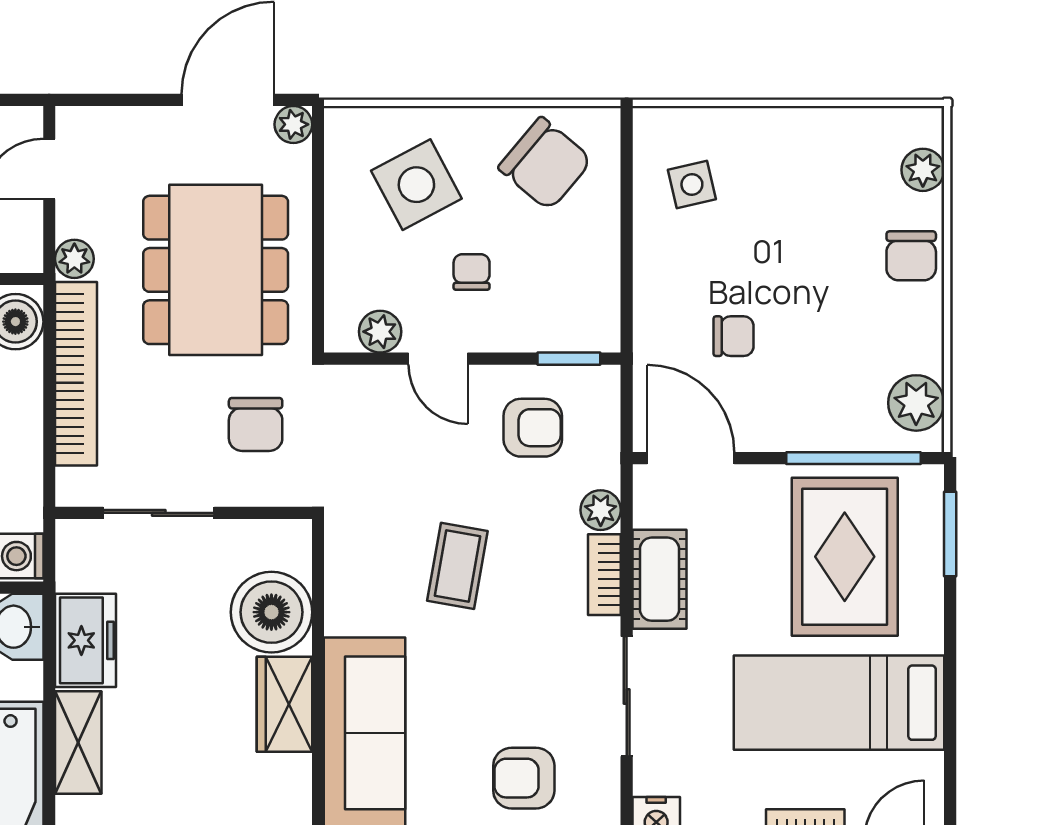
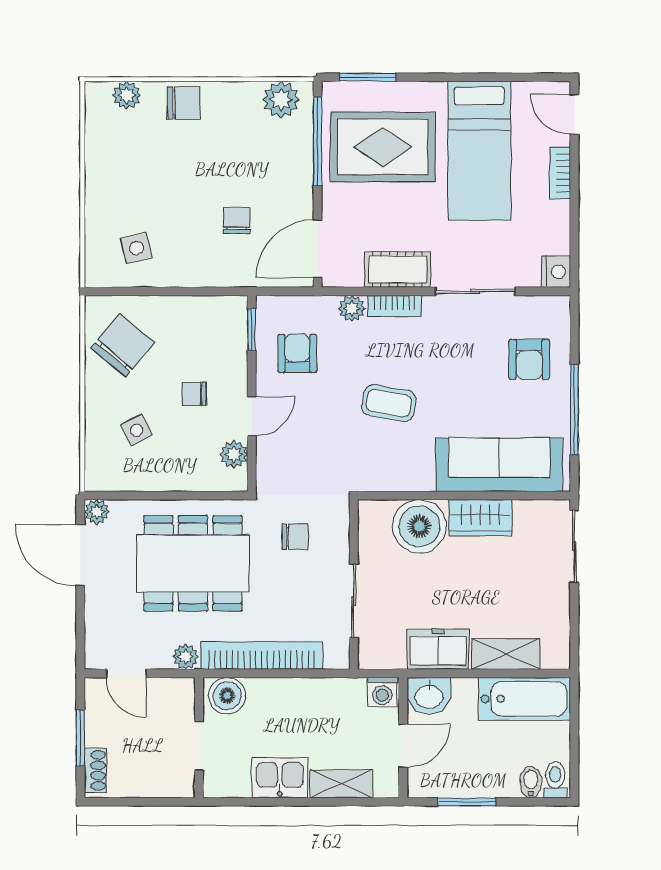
side table: (416, 185) -> (136, 430), width x0.54, depth x0.54
chair: (256, 424) -> (295, 537), width x0.73, depth x0.73

